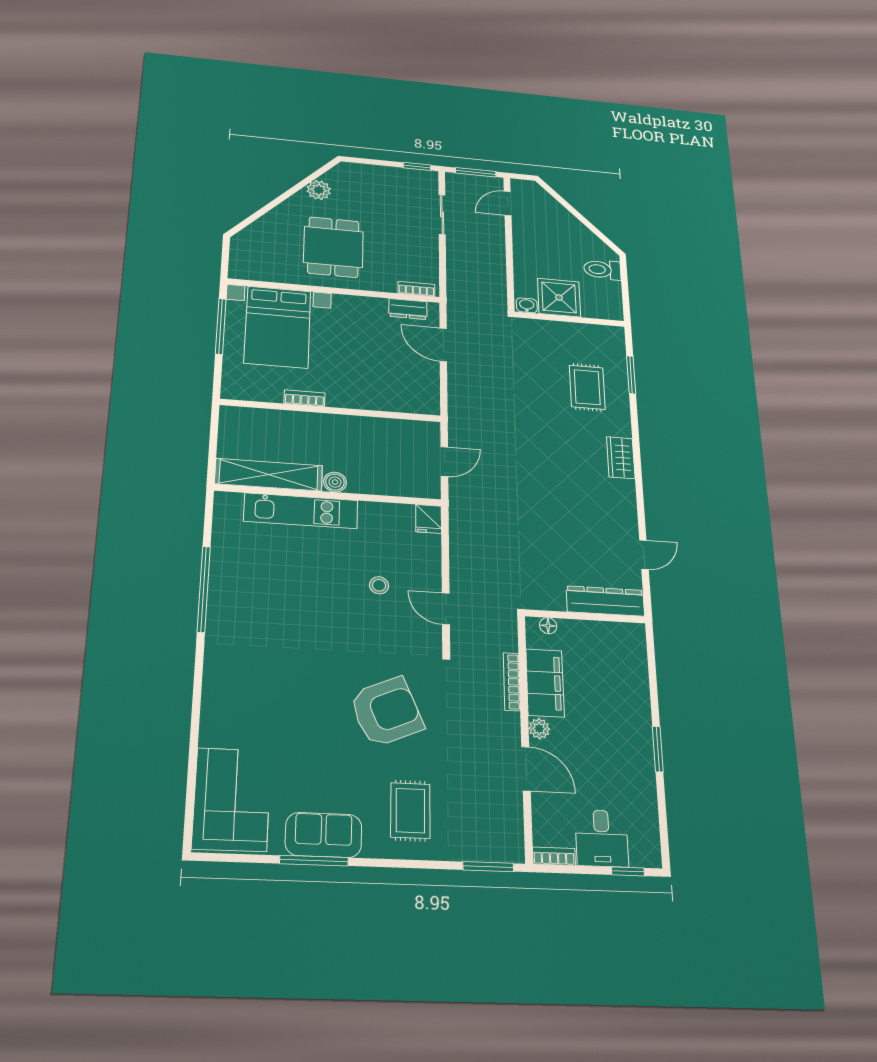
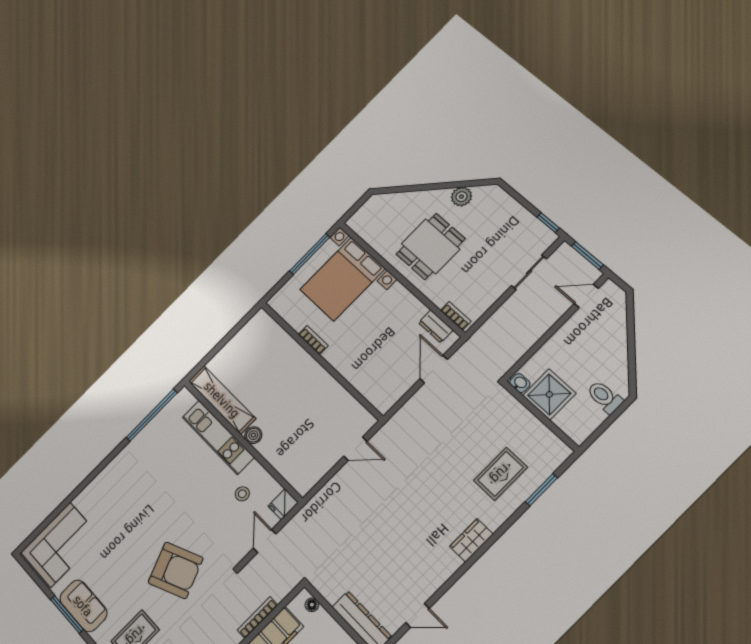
shelving: (269, 475) -> (222, 400), moved
boiler: (335, 482) -> (253, 435), moved
wall: (329, 495) -> (242, 441), moved
kitchen unit: (301, 511) -> (218, 437), moved
fridge: (429, 519) -> (283, 504), moved

